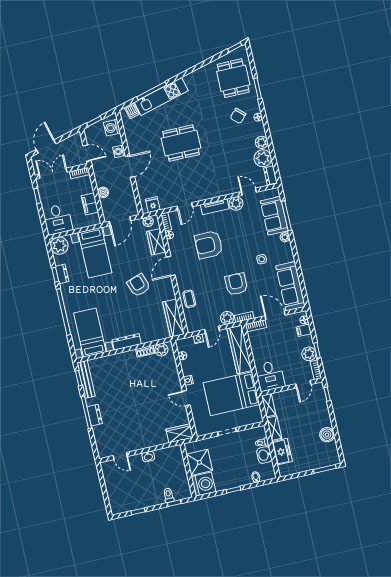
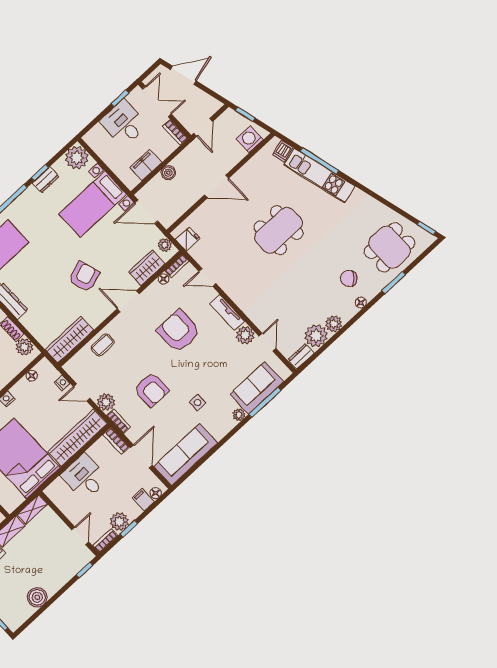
dining table: (181, 143) -> (279, 230), turned 90
washing machine: (119, 151) -> (227, 164), removed
desk: (58, 219) -> (124, 123), moved, turned 90
armchair: (236, 284) -> (151, 390), turned 90
desk: (270, 376) -> (84, 477), moved, turned 90
door: (303, 384) -> (80, 536), swing flipped

